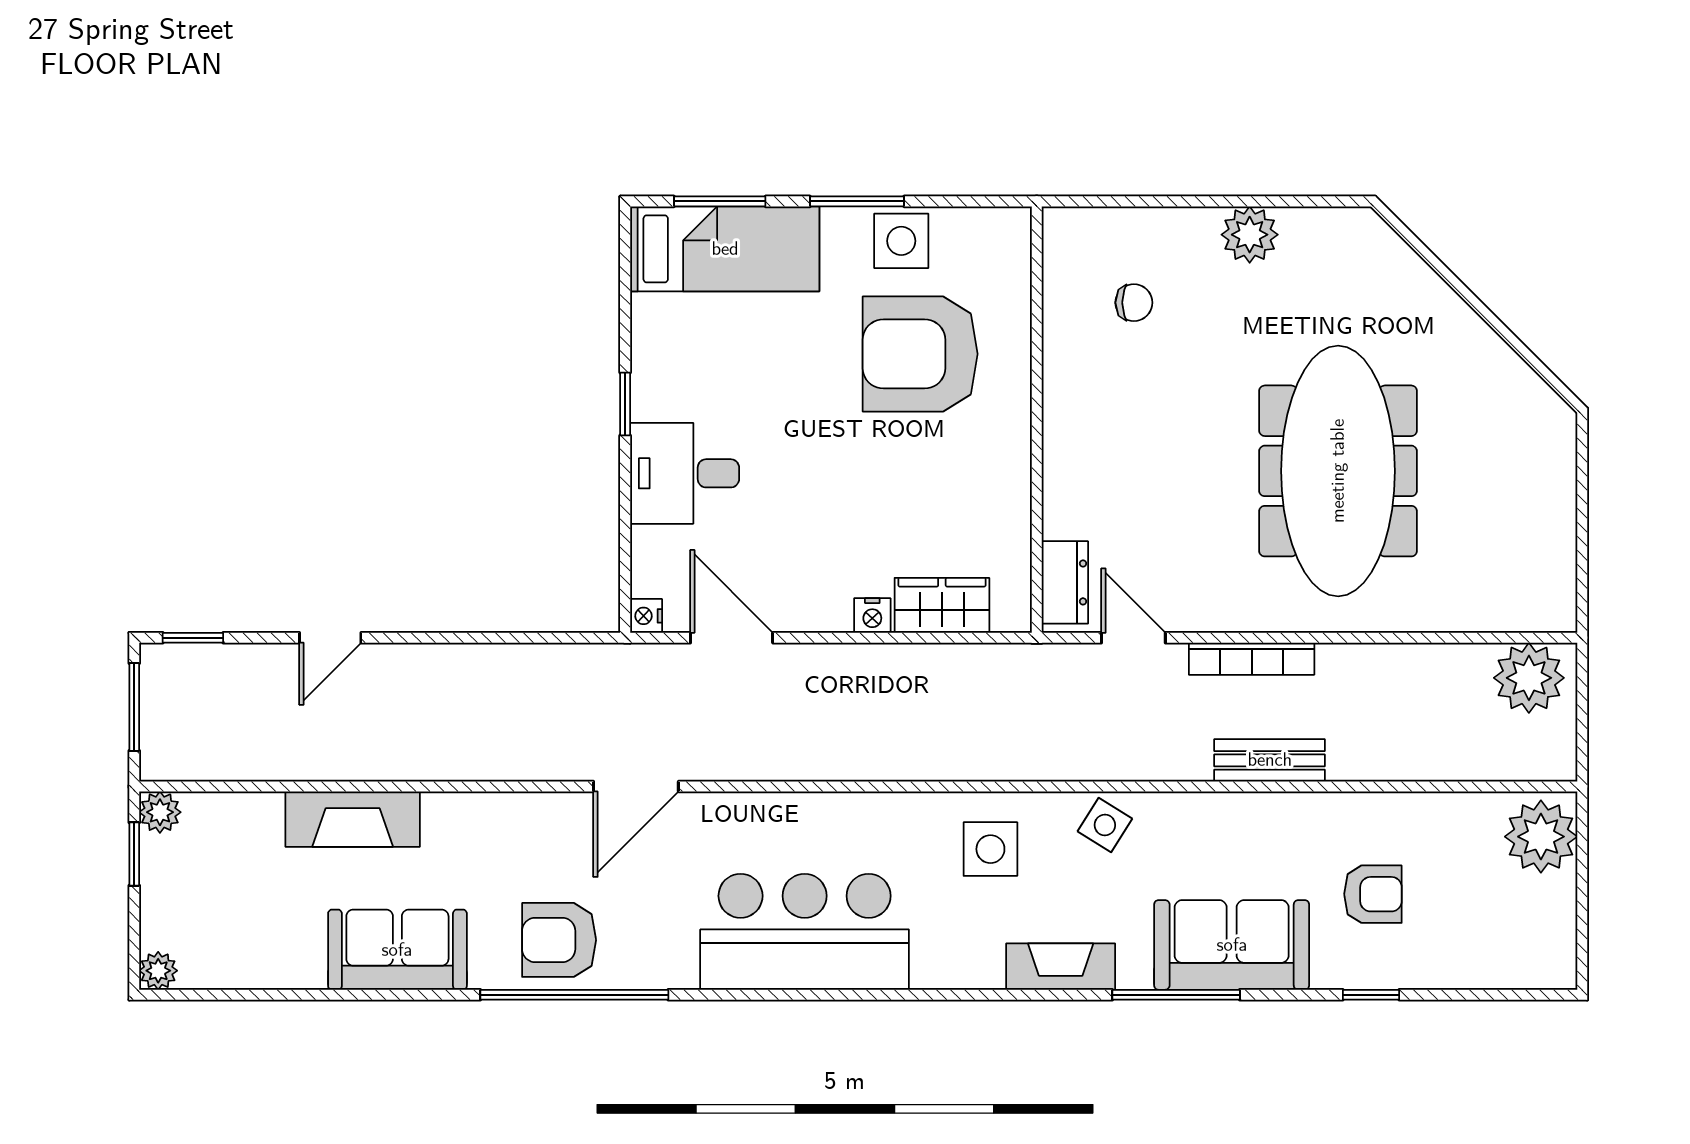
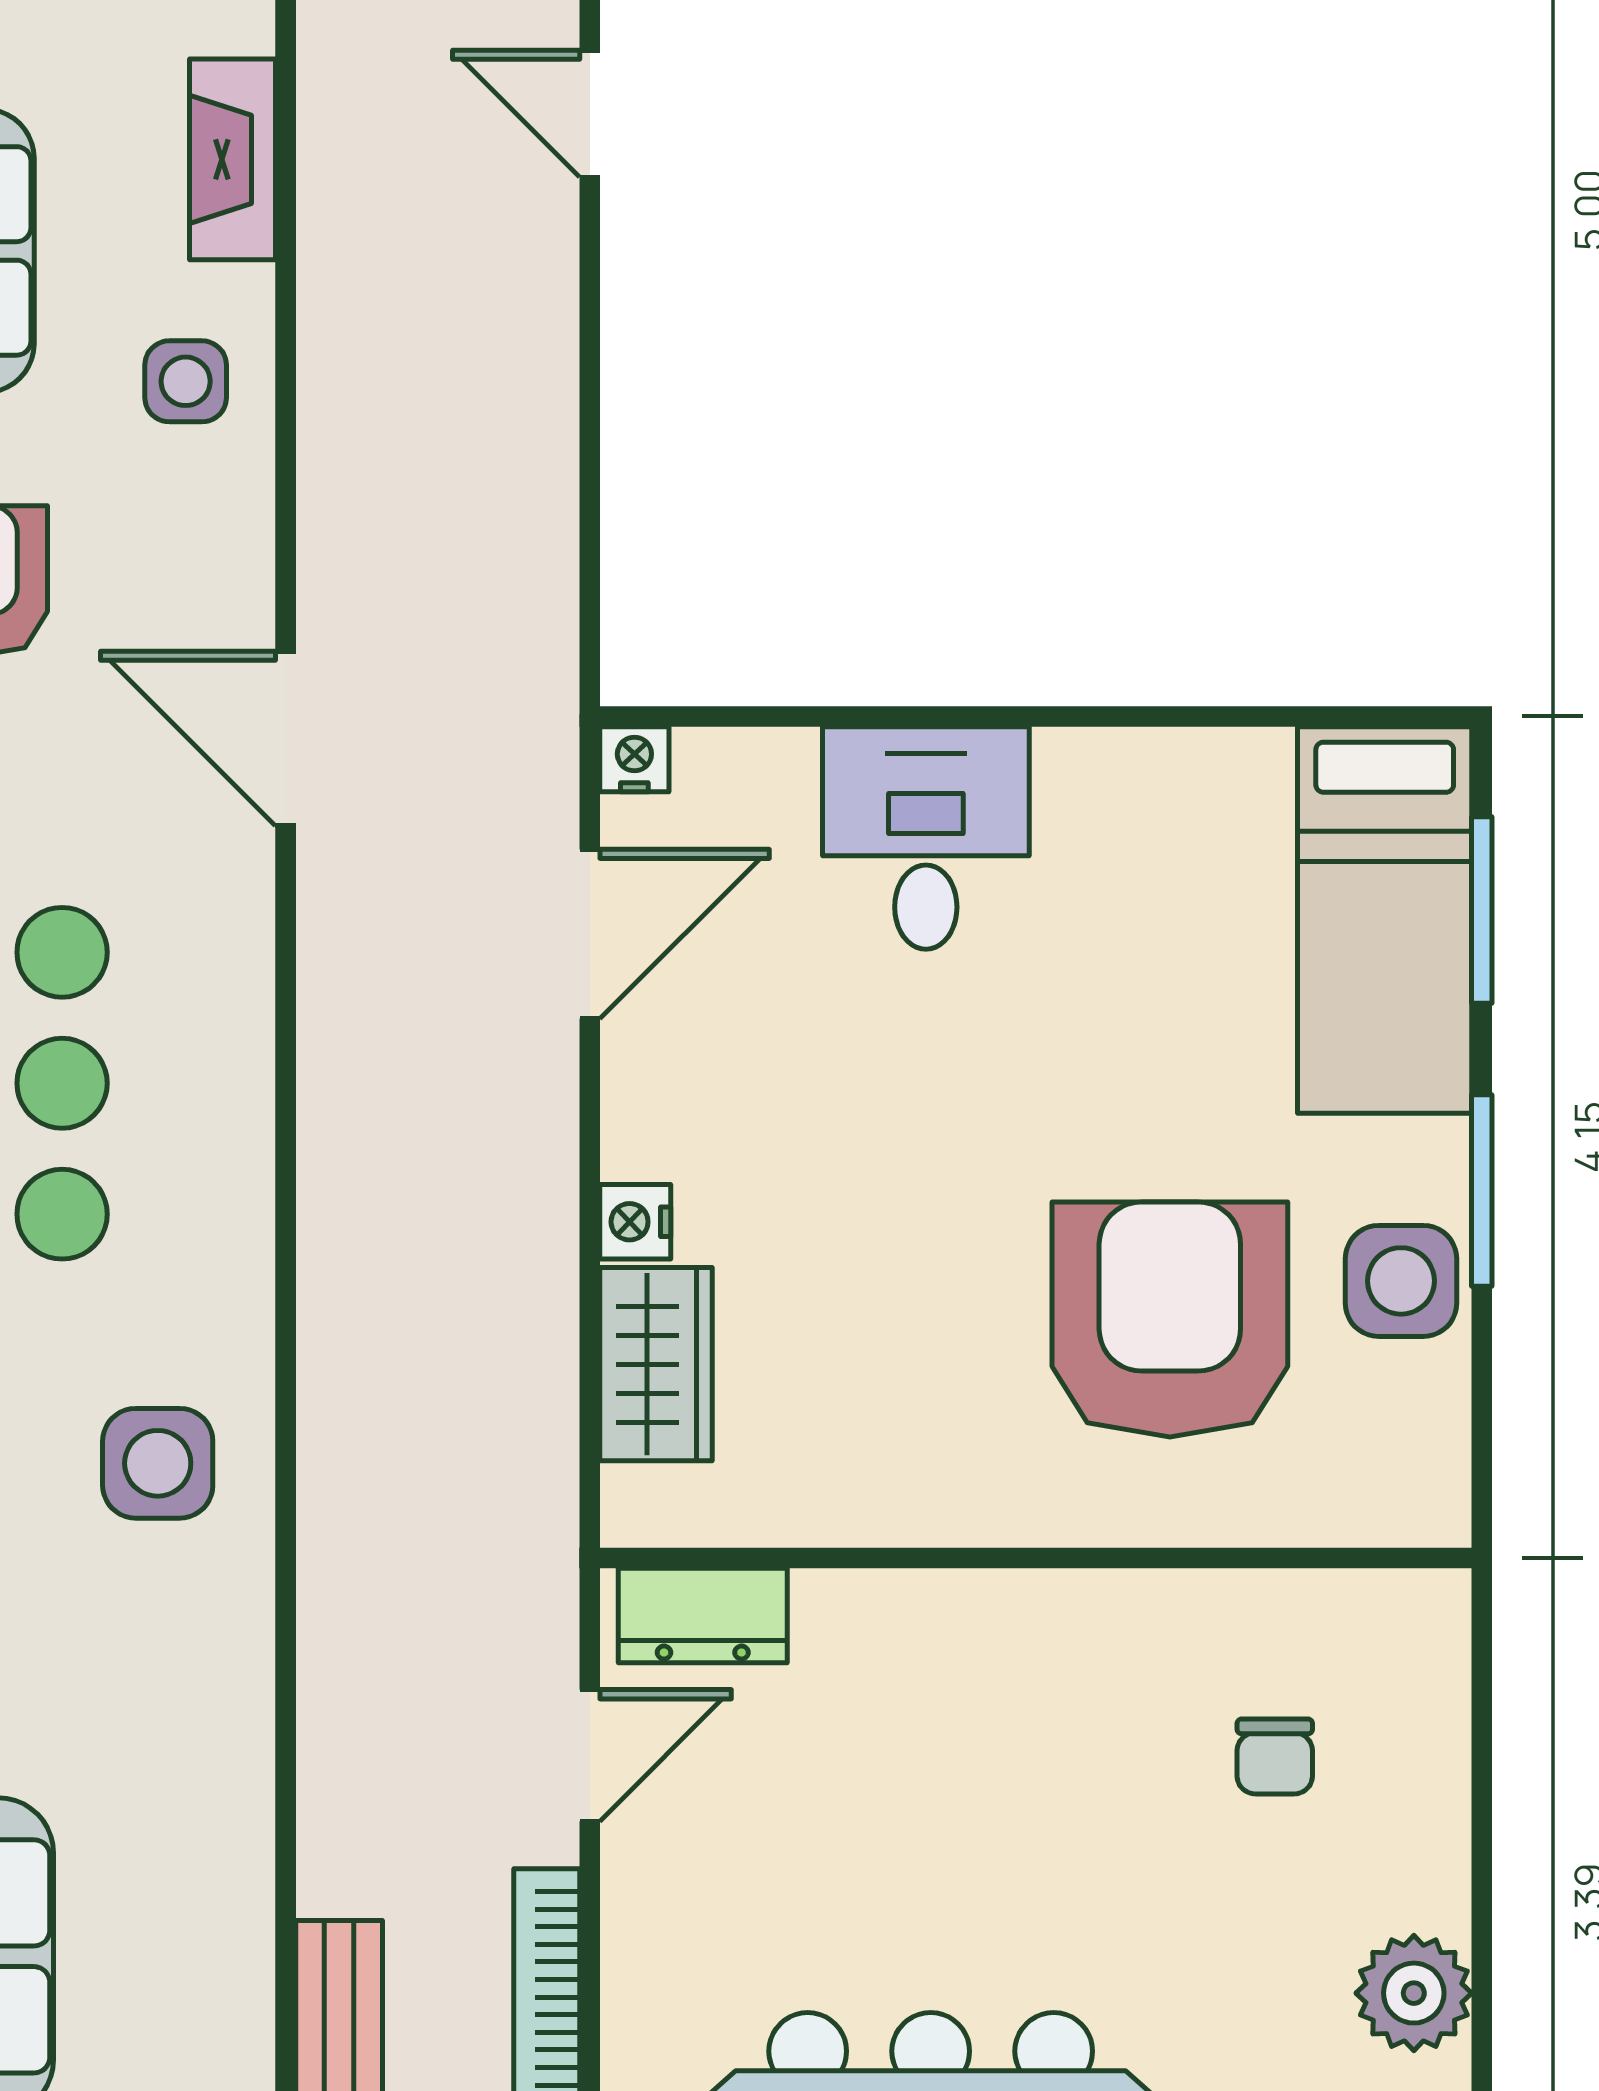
window: (625, 404) -> (1068, 716), removed
fireplace: (353, 819) -> (233, 159), width x0.73, depth x0.76
side table: (1105, 825) -> (186, 381), moved, turned -32

